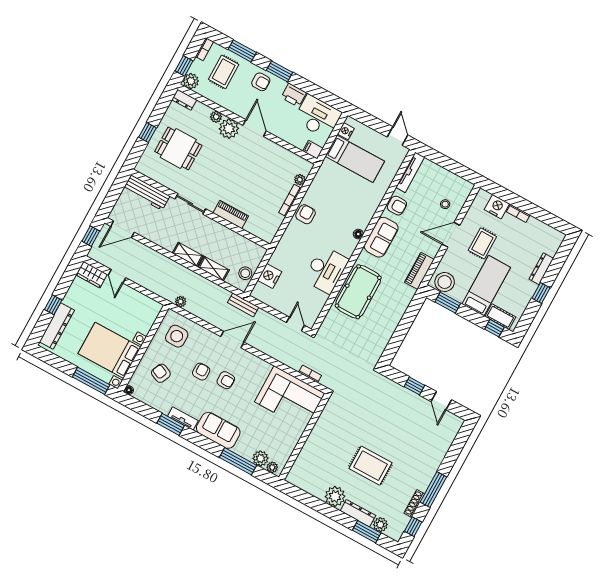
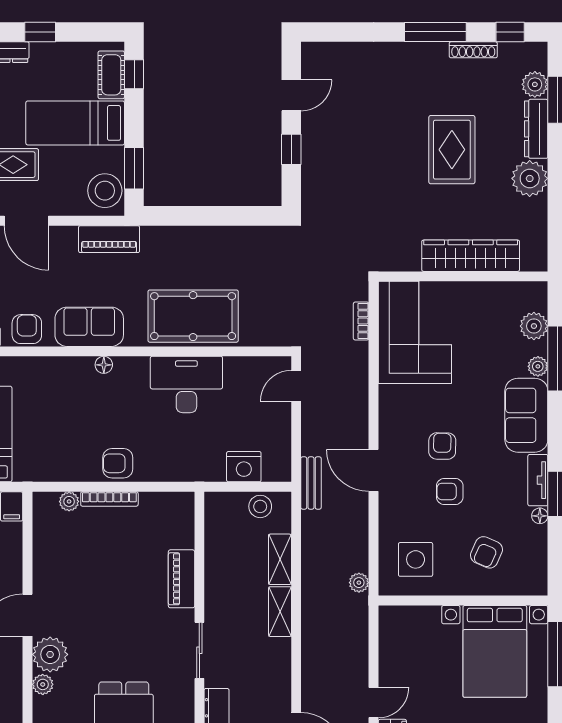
floor lamp: (129, 390) -> (540, 516), moved
wardrobe: (313, 446) -> (471, 256), added
plant: (272, 467) -> (538, 366), moved

